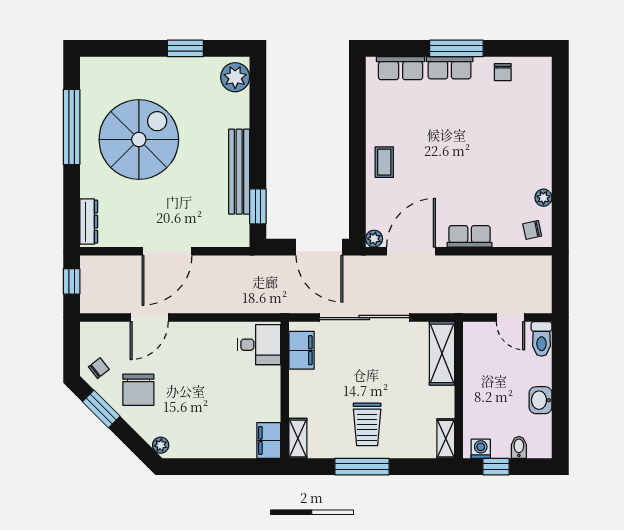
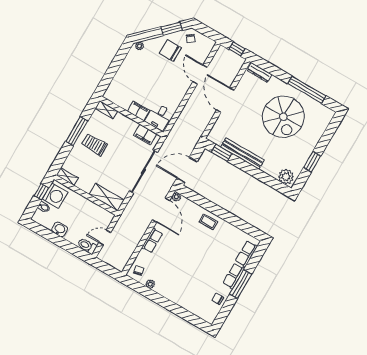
filing cabinet: (269, 440) -> (138, 111), moved
washing machine: (481, 449) -> (55, 196), width x1.89, depth x1.89

